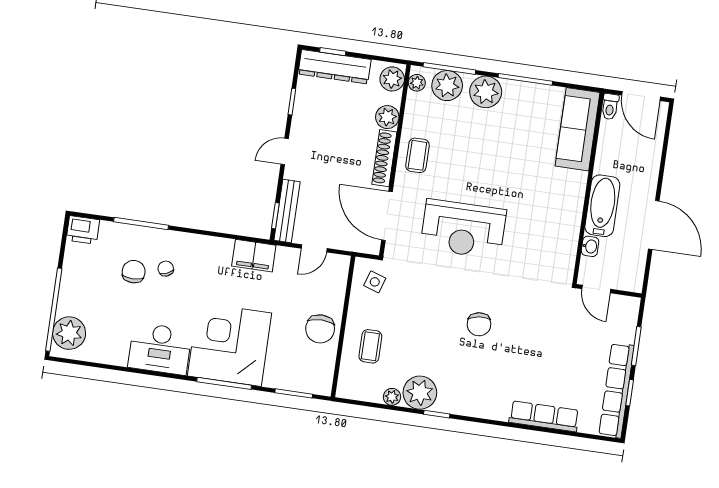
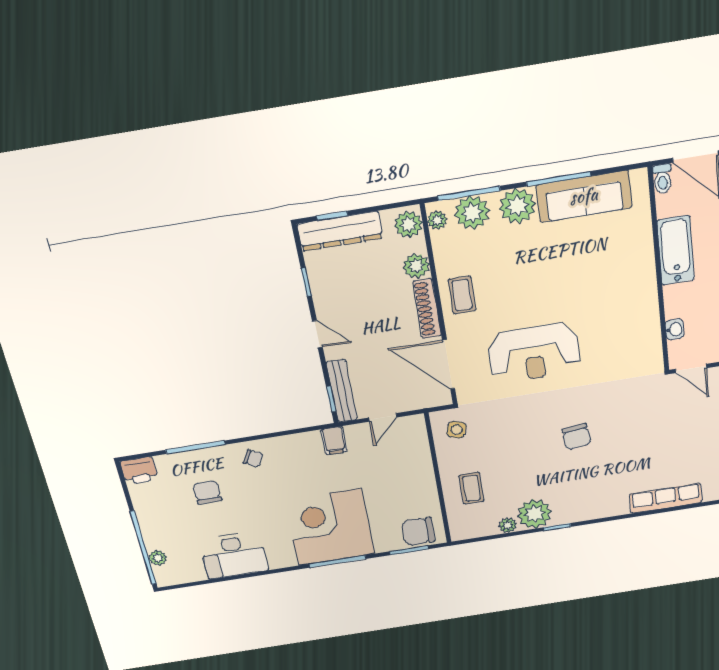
sofa: (578, 129) -> (584, 196), moved, turned -90
door: (285, 151) -> (317, 334), swing flipped
bathtub: (602, 206) -> (676, 250), moved
filing cabinet: (254, 256) -> (334, 441), width x0.50
chair: (166, 269) -> (253, 458), moved, turned 142
chair: (320, 329) -> (418, 531), moved, turned 91
plant: (69, 333) -> (158, 558), width x0.53, depth x0.53
desk: (160, 349) -> (234, 555), moved

